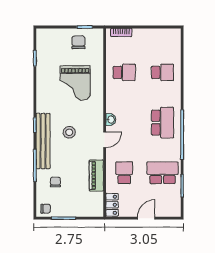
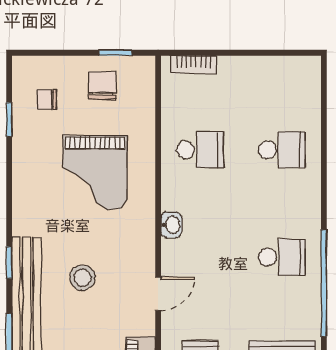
chair: (52, 49) -> (47, 99), added
washbasin: (111, 120) -> (171, 225), moved
school desk: (163, 123) -> (282, 257), width x0.54

